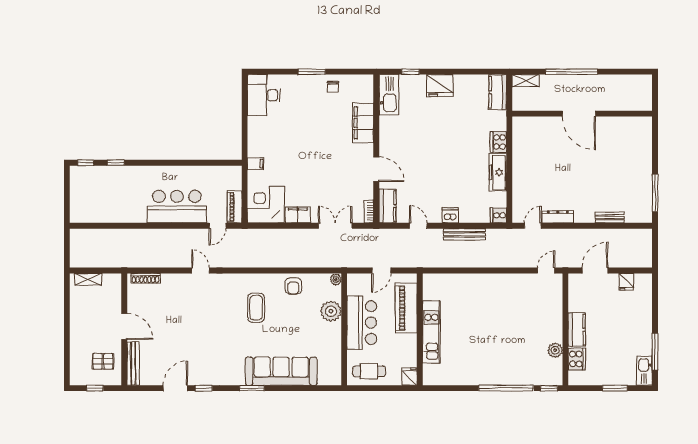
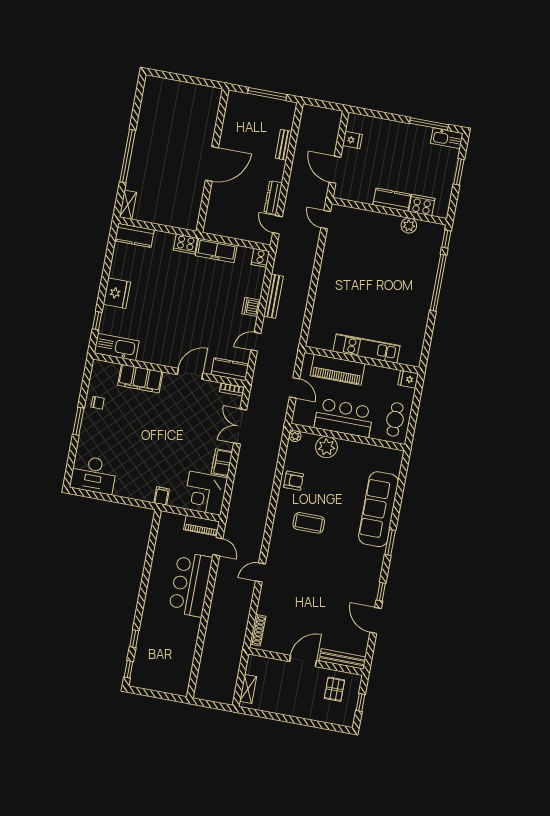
door: (579, 114) -> (212, 164), moved
wall: (582, 114) -> (212, 161), moved

